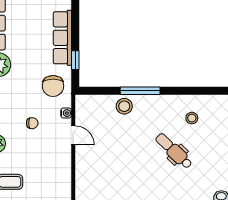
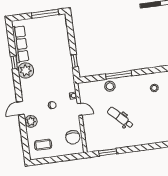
row of seats: (62, 38) -> (64, 48), removed
chair: (53, 86) -> (73, 137), moved
dental chair: (174, 151) -> (120, 118), moved

